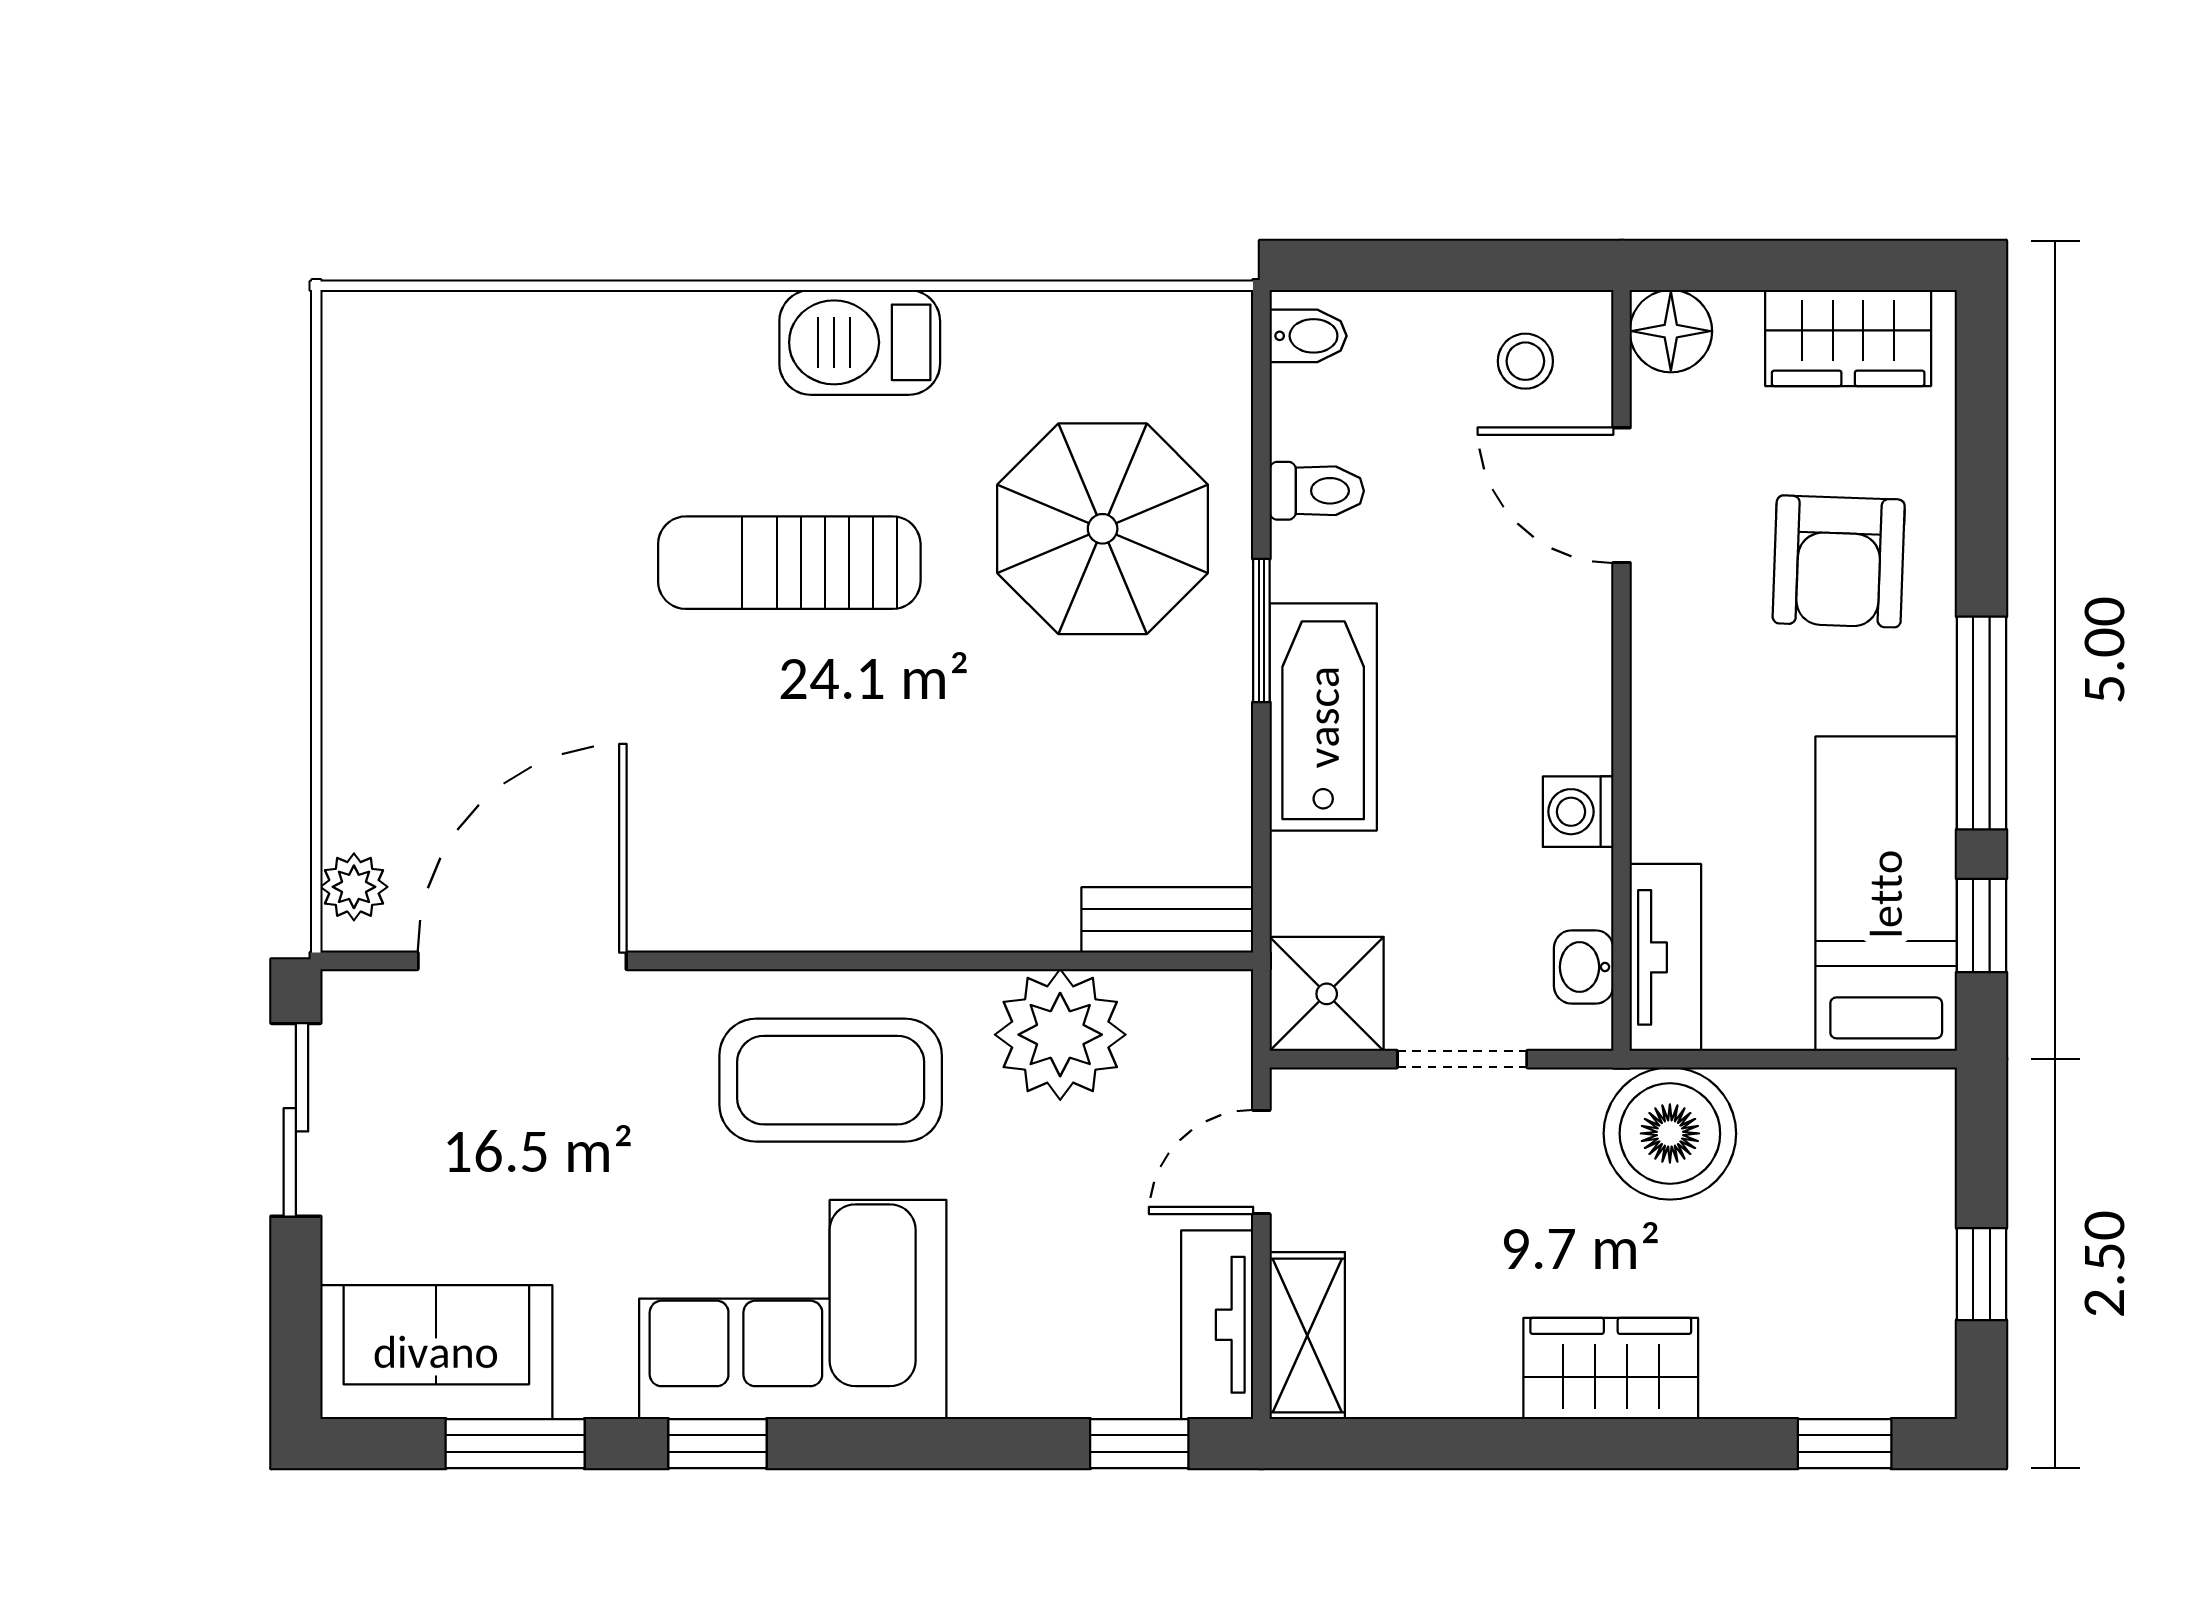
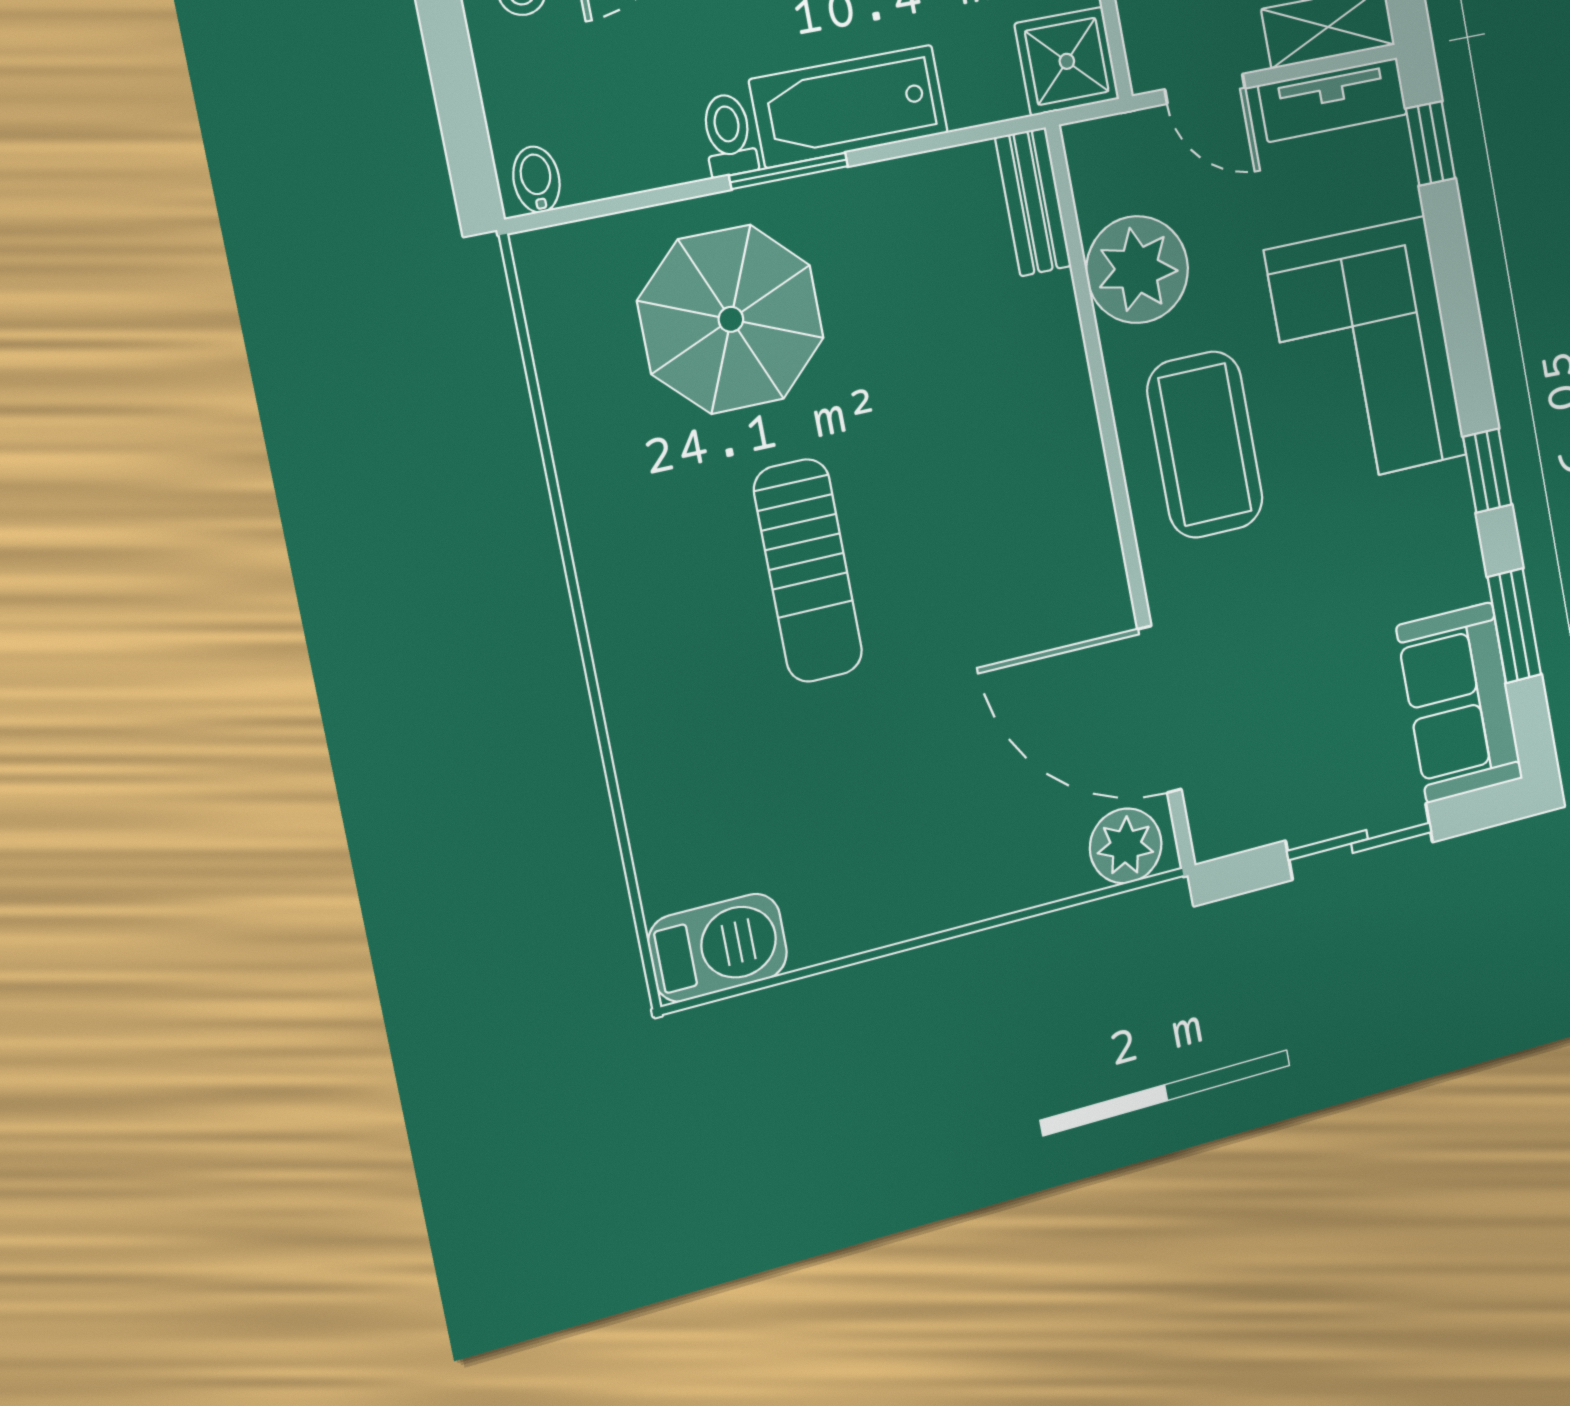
barbecue: (860, 342) -> (718, 948), moved, turned -90
toilet: (1317, 491) -> (729, 135), moved
plant: (354, 887) -> (1126, 846), width x1.38, depth x1.38
sliding door: (296, 1120) -> (1359, 841), moved
corner sofa: (793, 1310) -> (1366, 353), moved

